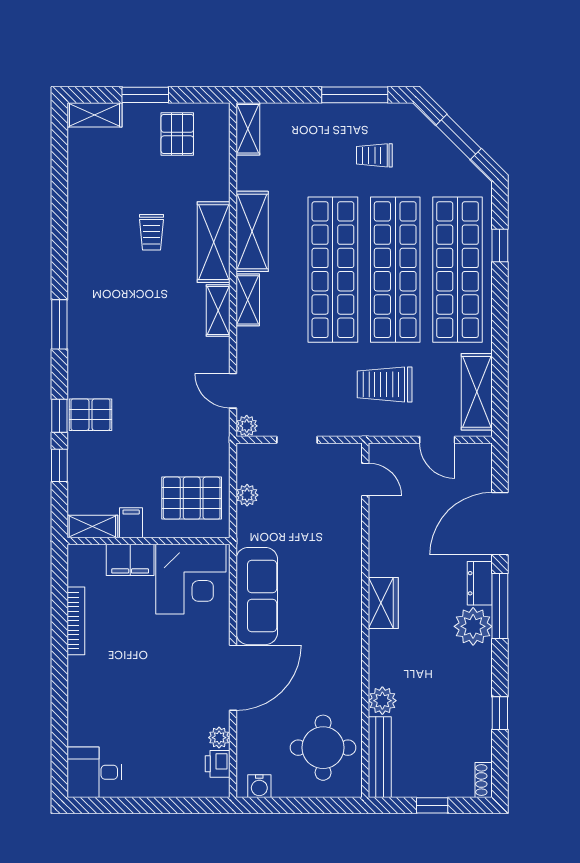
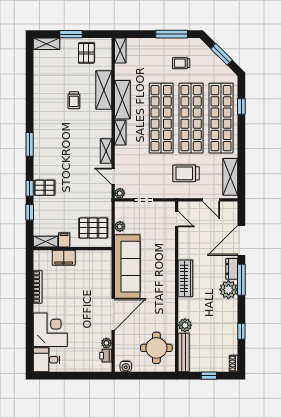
shelving: (214, 242) -> (104, 90), moved
shelving: (218, 311) -> (106, 151), moved
corner desk: (191, 579) -> (50, 330), moved, turned -90
sofa: (257, 596) -> (127, 267), width x1.36, depth x1.27
wardrobe: (383, 603) -> (185, 278), width x1.50

